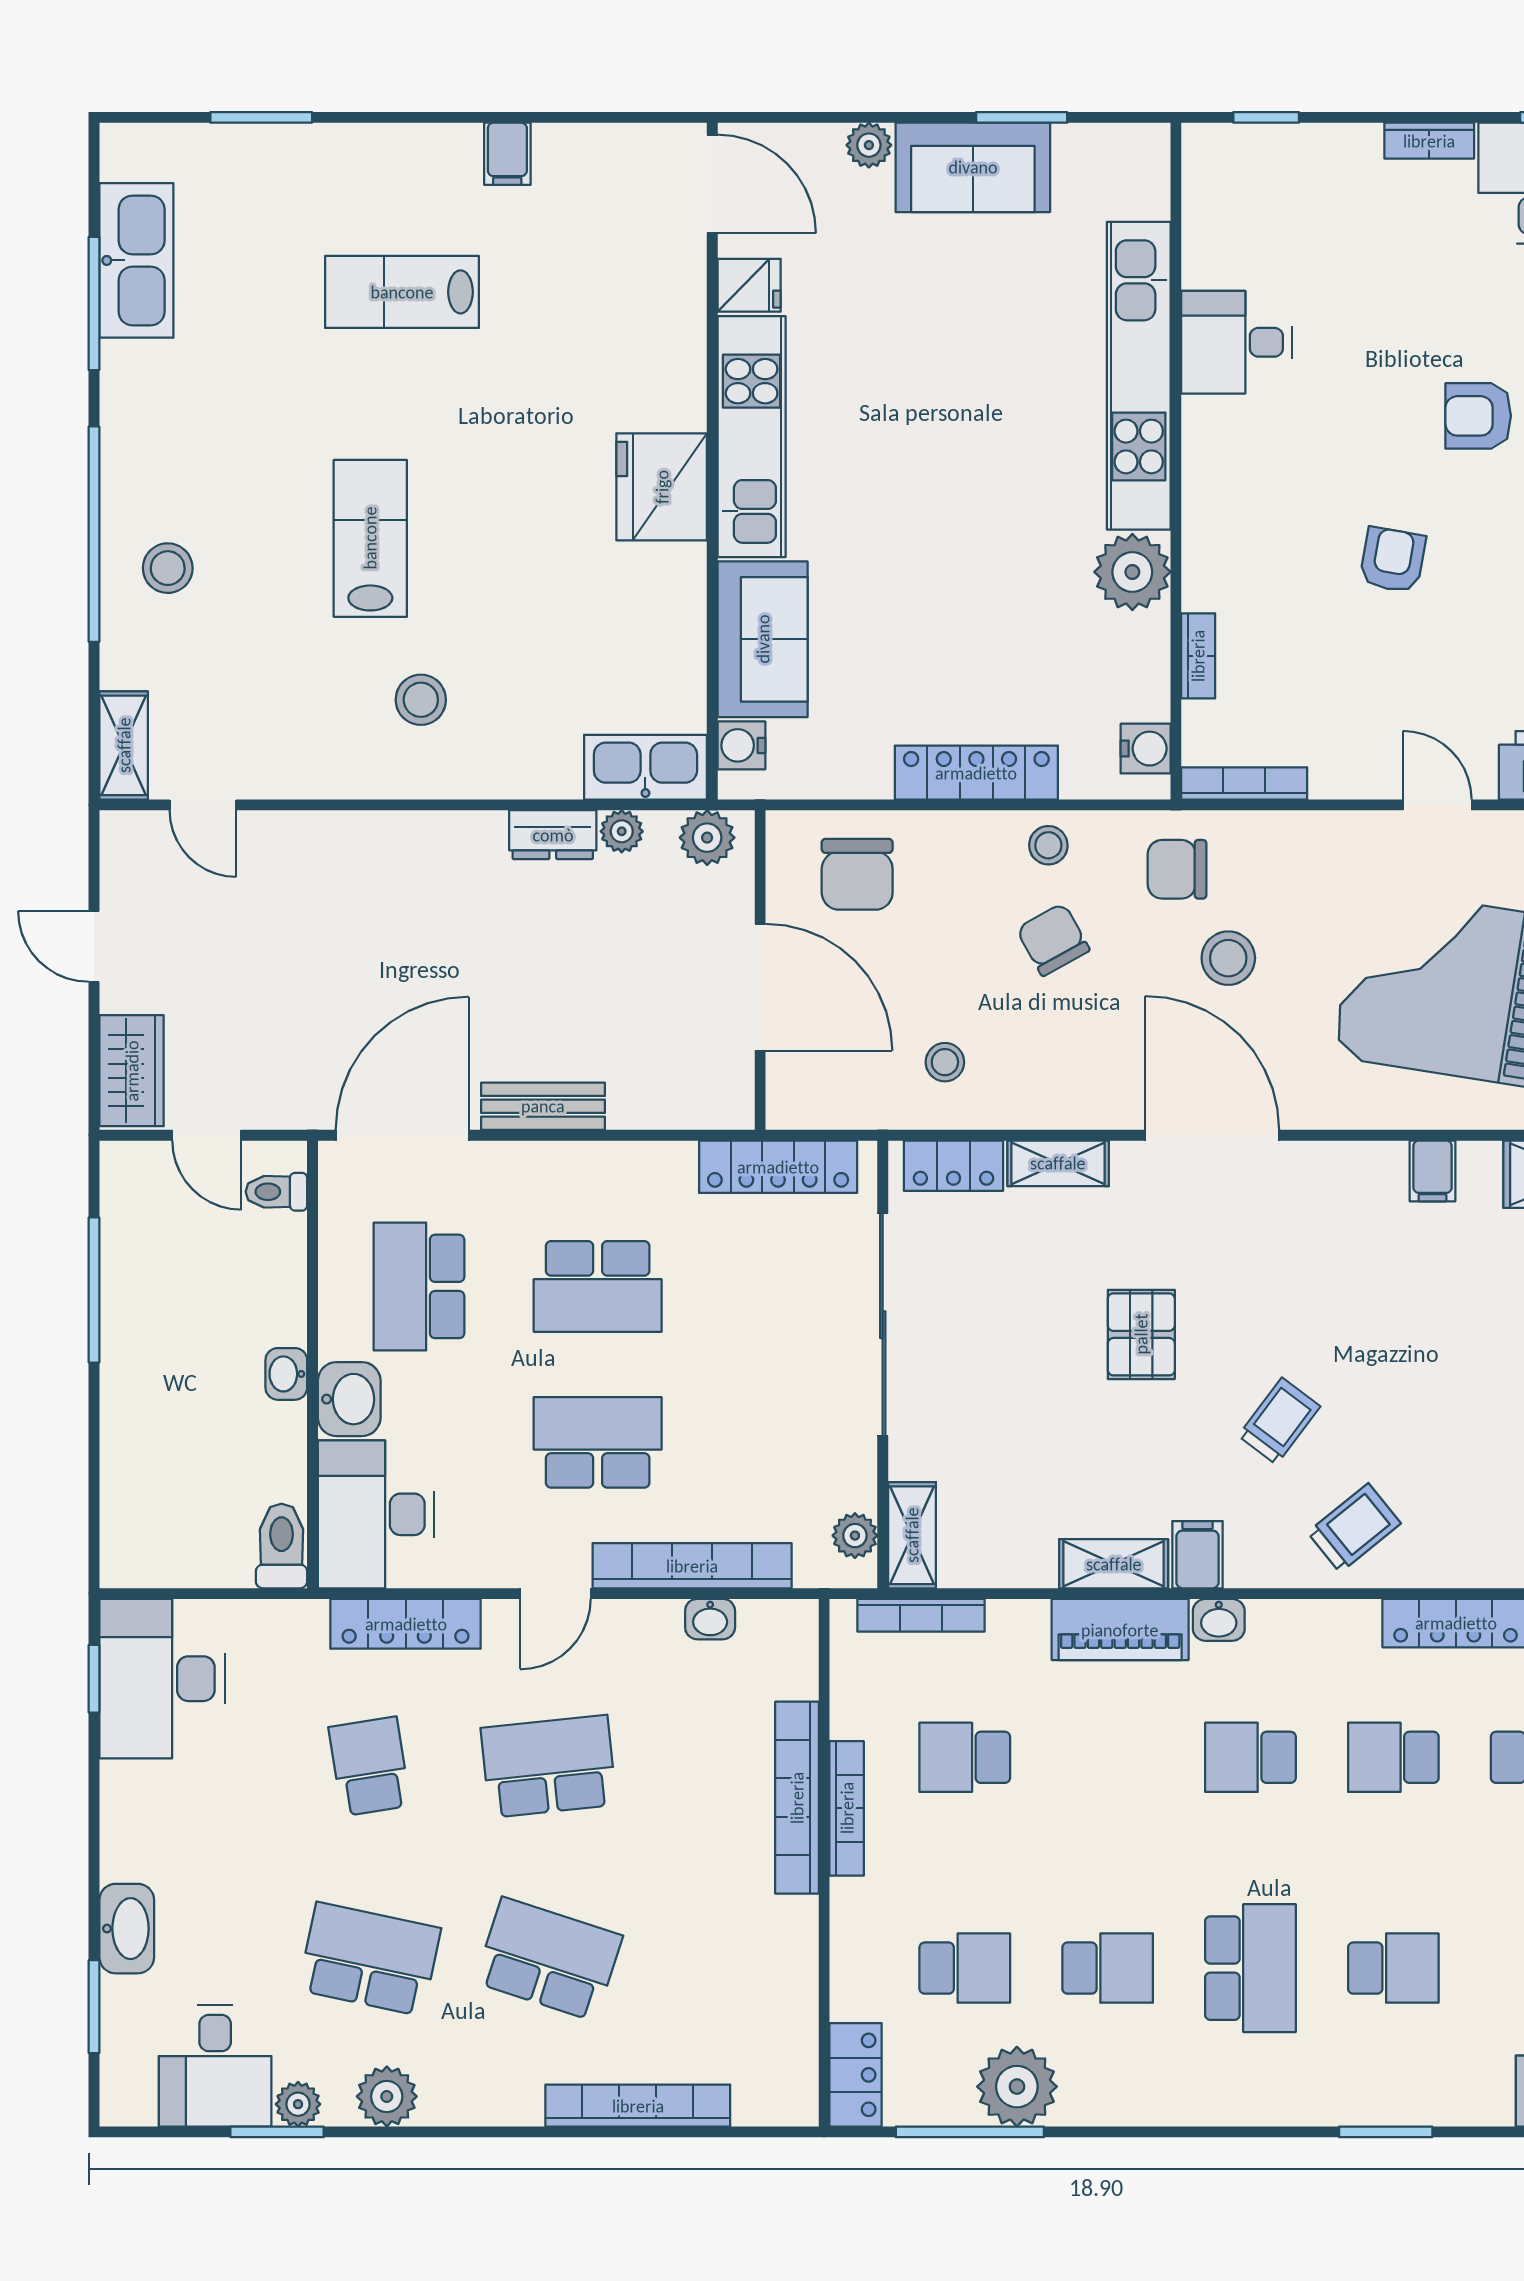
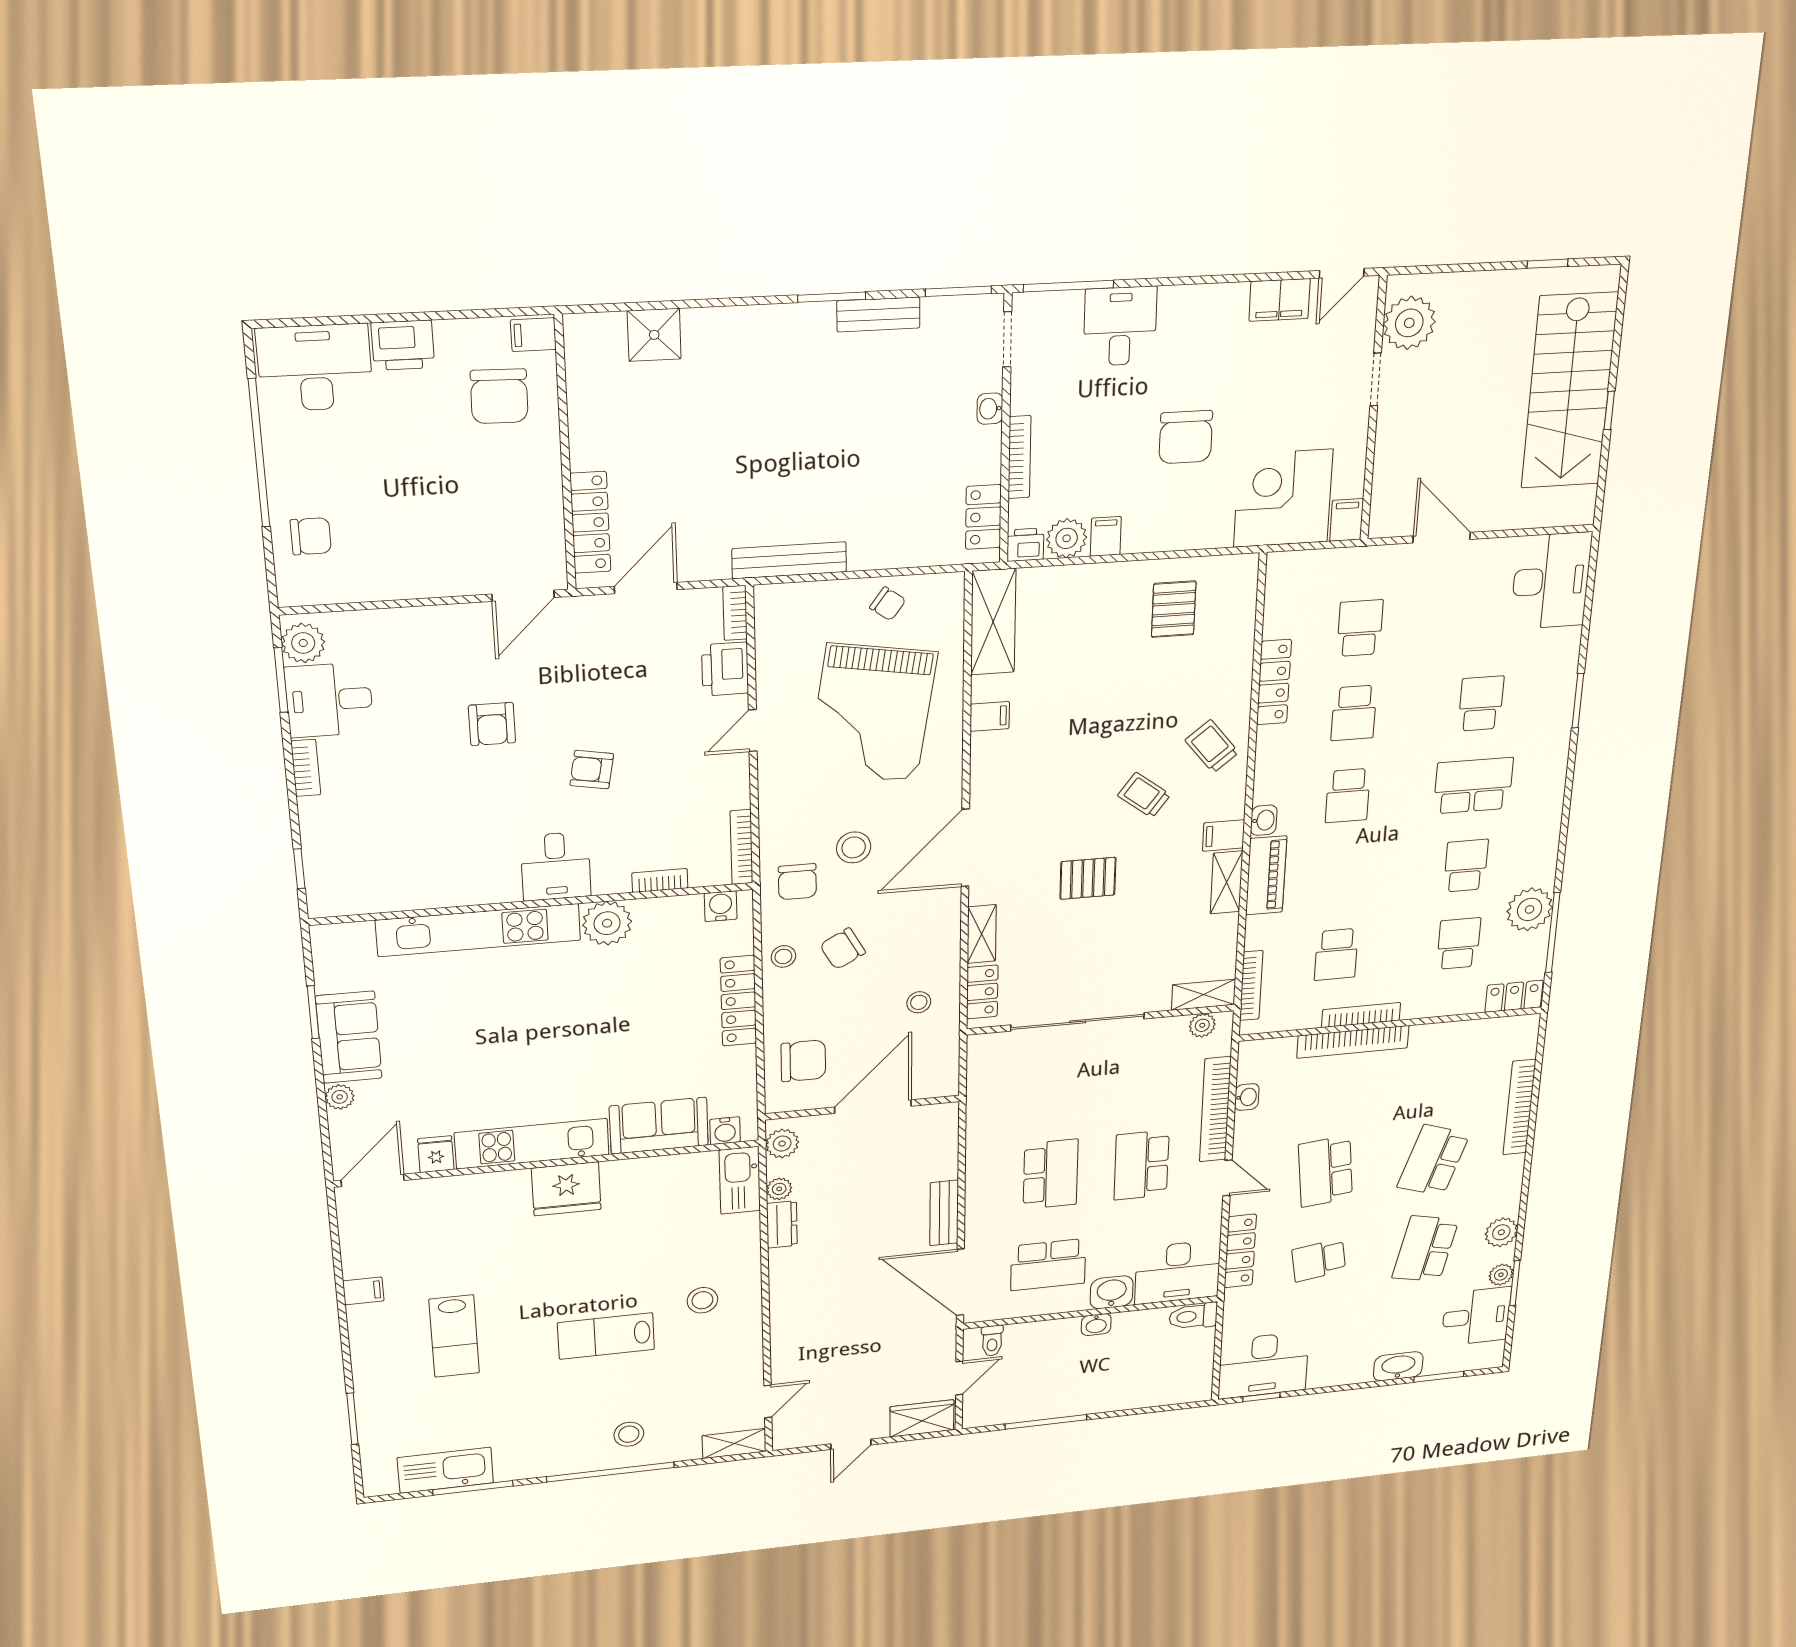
desk: (1237, 342) -> (556, 866), moved
locker: (778, 1167) -> (982, 1087), removed

